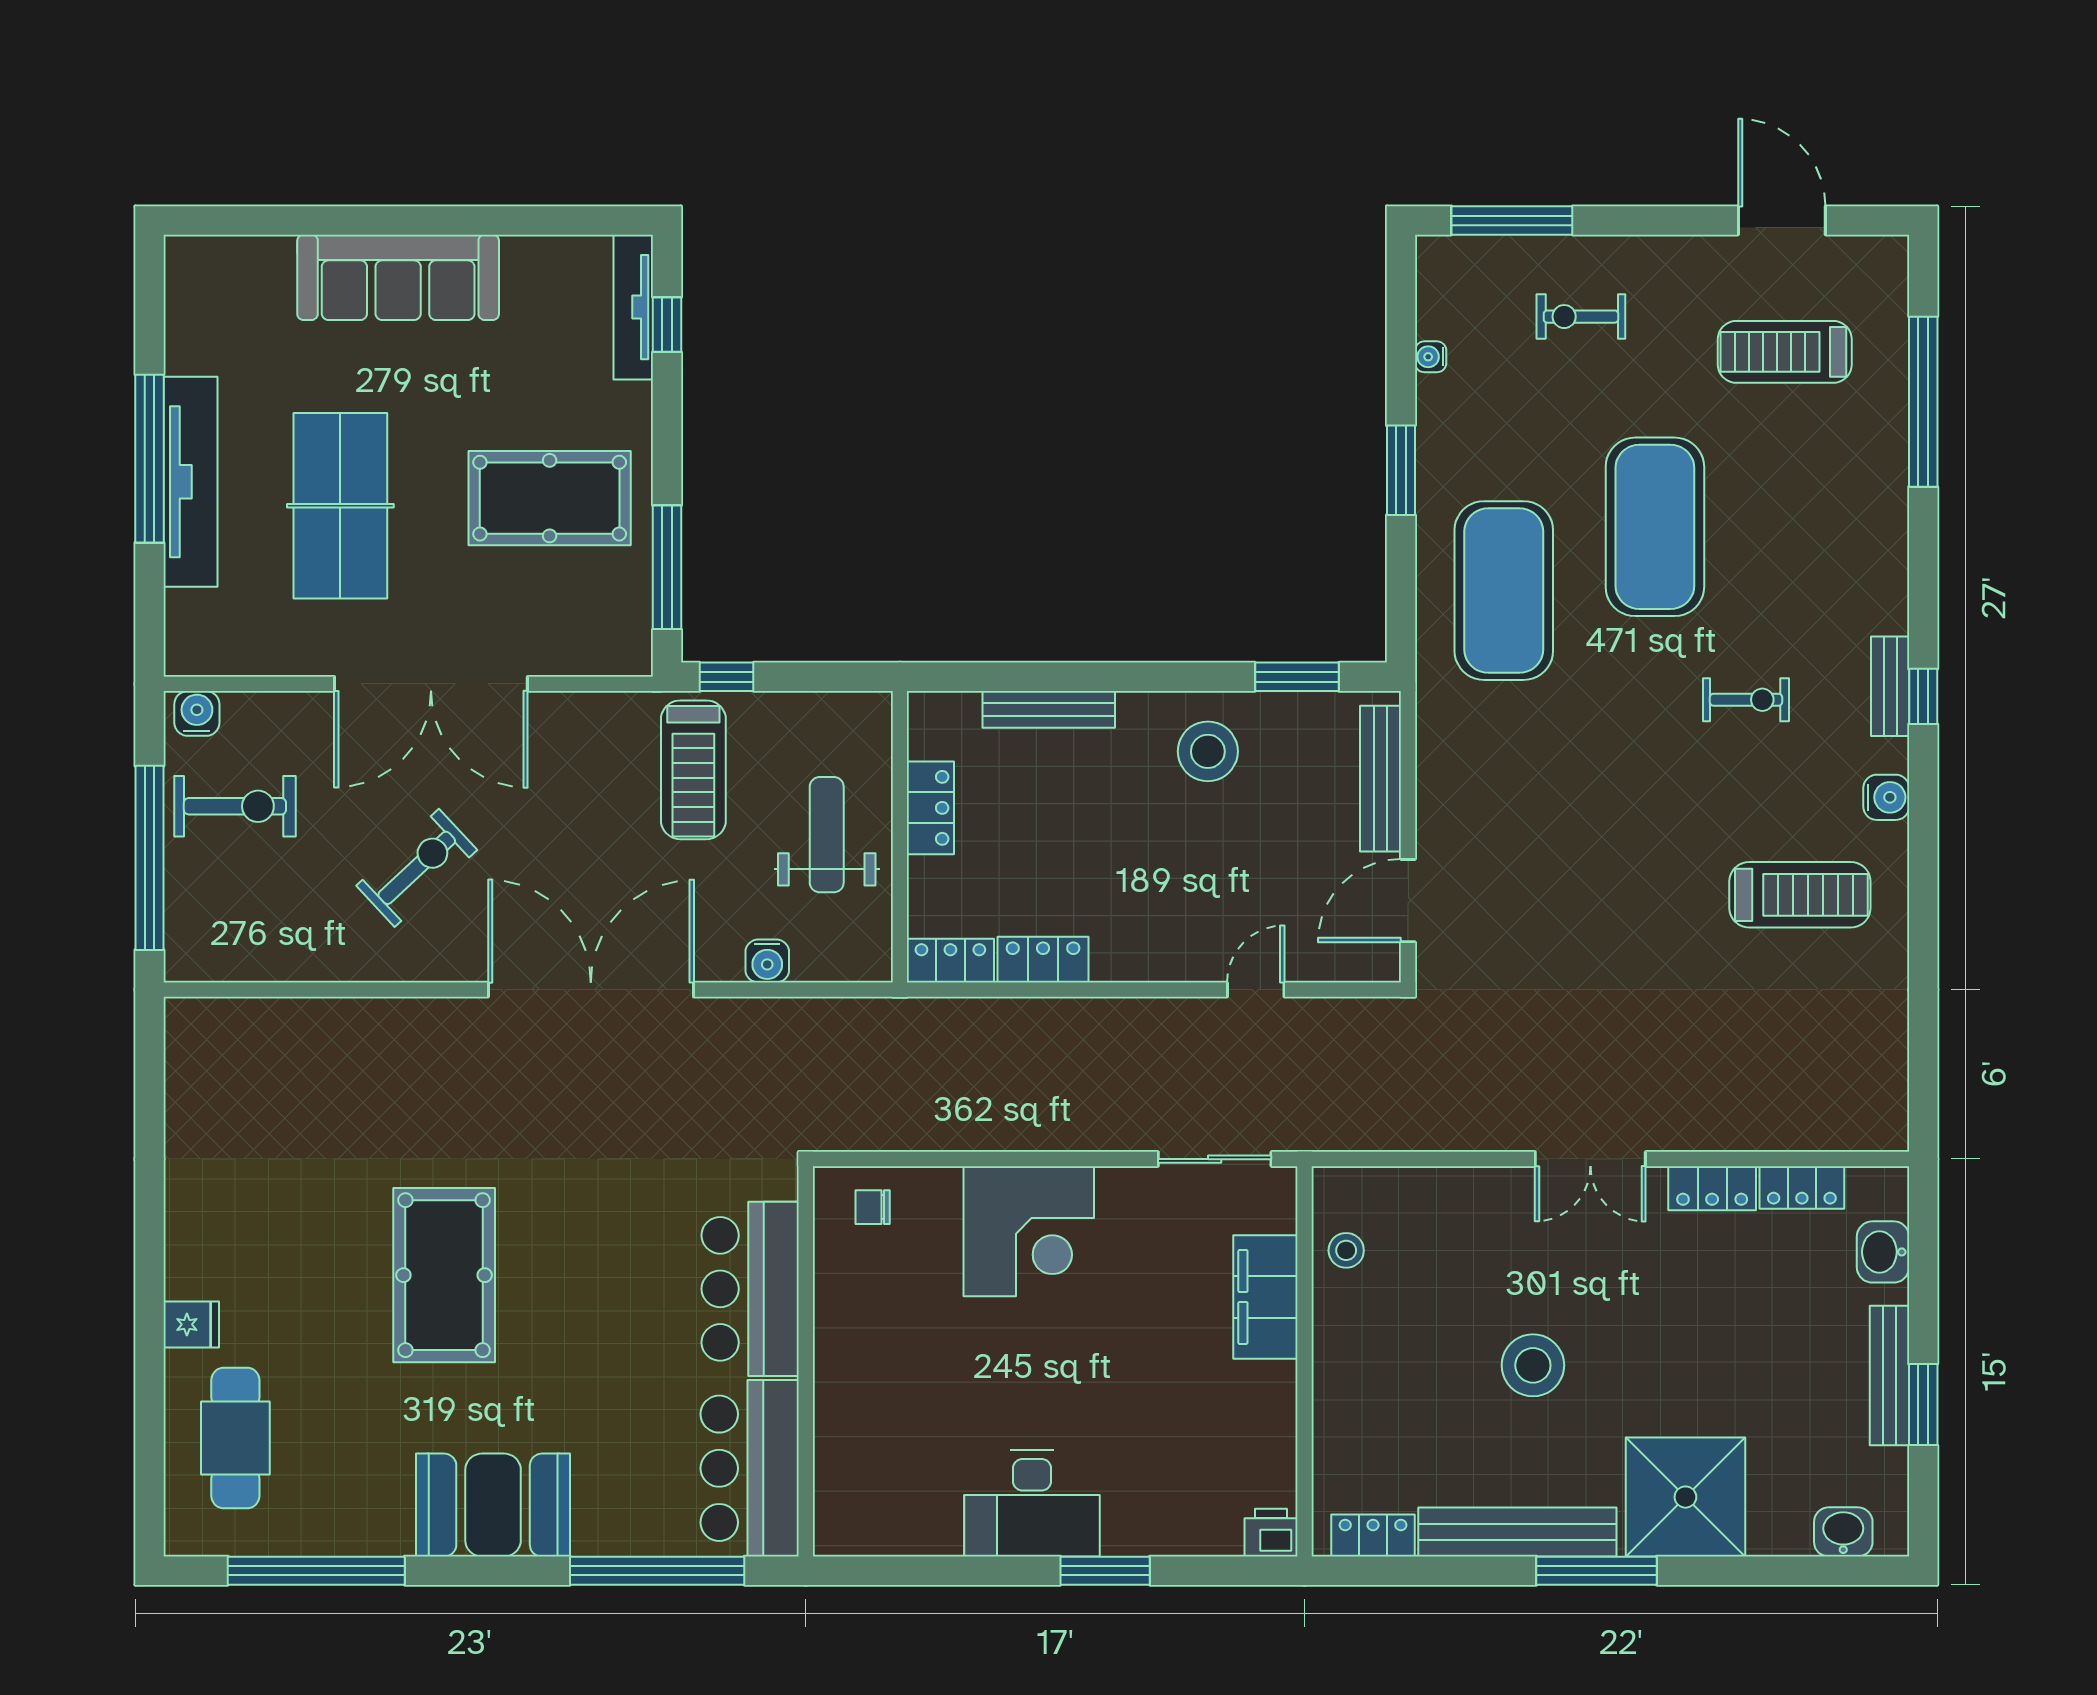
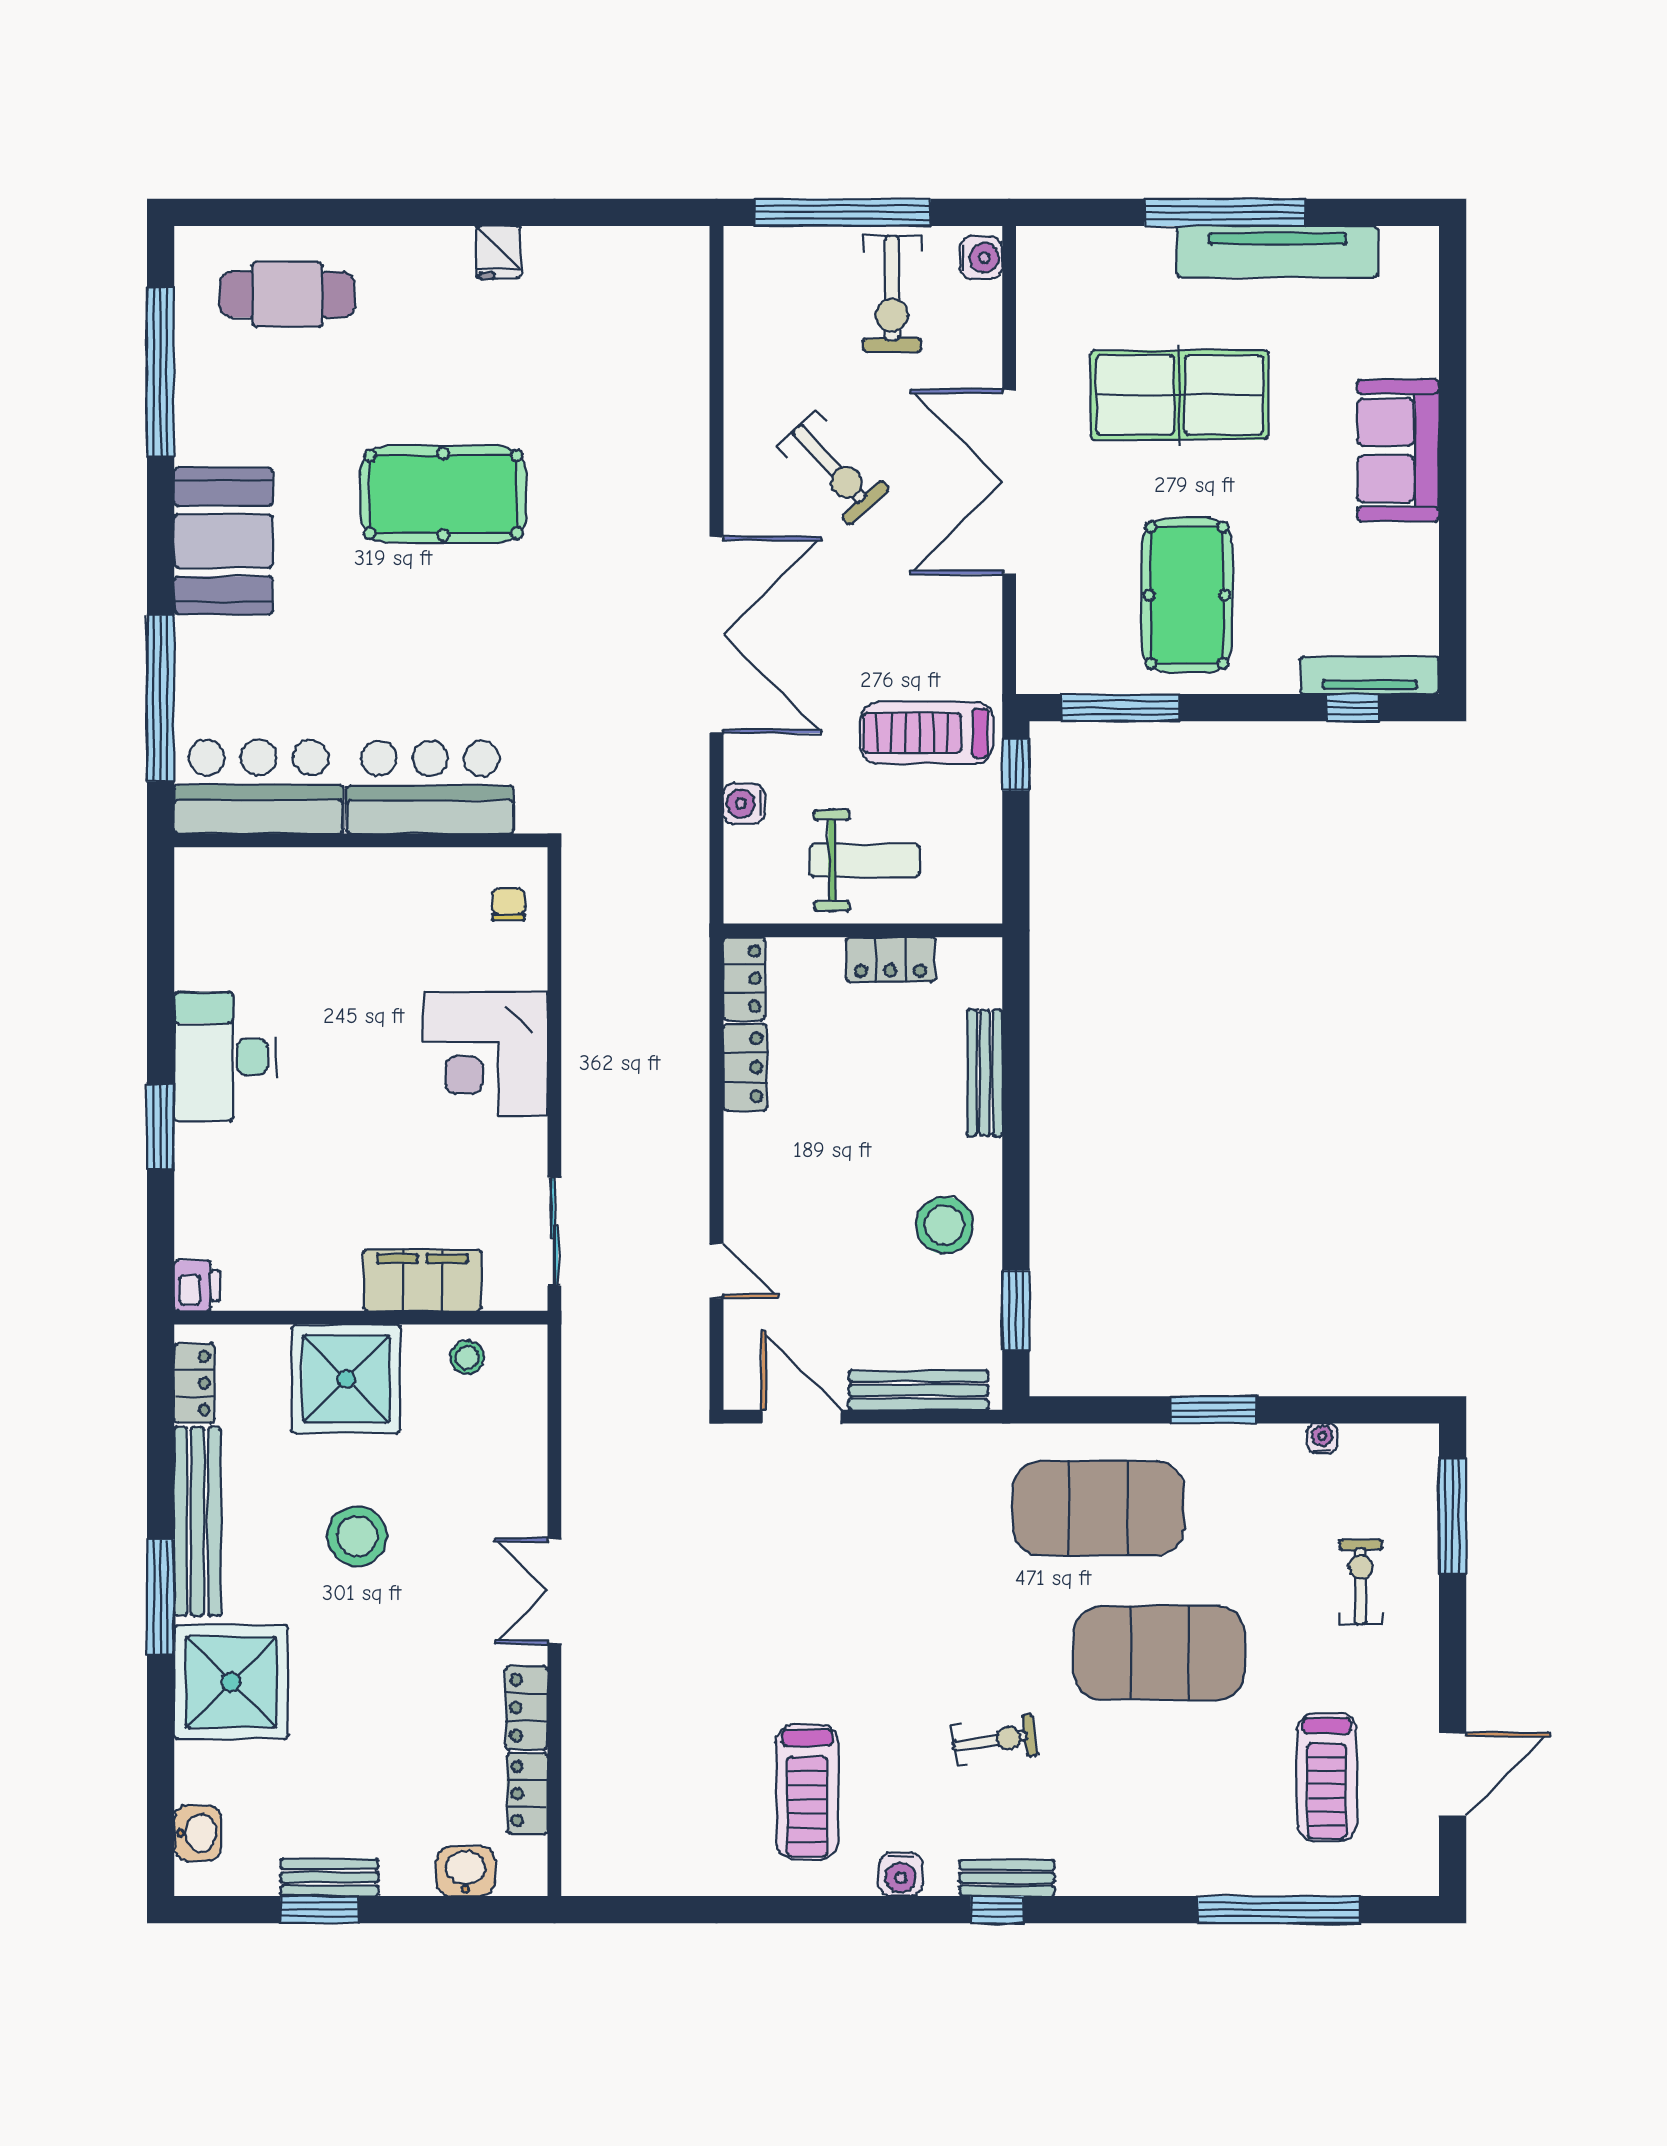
sofa: (398, 277) -> (1398, 450), width x0.73
treadmill: (1785, 352) -> (1327, 1777), turned 180
tv unit: (191, 482) -> (1277, 252), moved
exercise bike: (1746, 700) -> (994, 1740), turned -98
fridge: (191, 1324) -> (499, 252), moved
bench: (1889, 1375) -> (330, 1877), width x0.73
shower: (1369, 1377) -> (346, 1379), added

